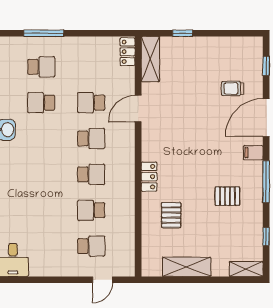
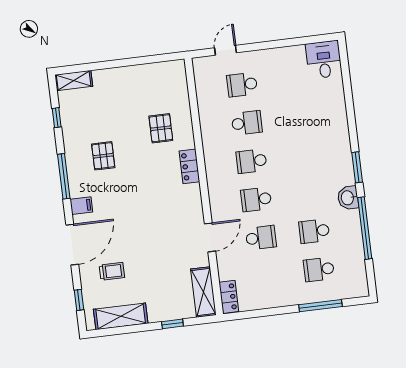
school desk: (41, 103) -> (314, 231), turned 180
pallet: (227, 196) -> (103, 156), turned 90
shelving: (187, 267) -> (121, 316), moved

